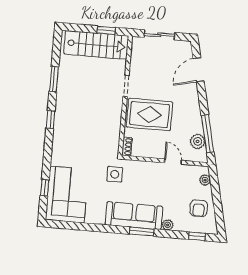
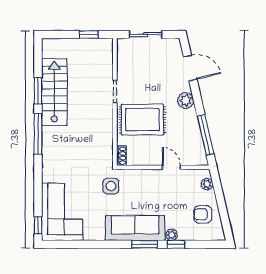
stairs: (96, 45) -> (54, 92), moved, turned -90
door: (199, 70) -> (190, 68), swing flipped
window: (50, 120) -> (38, 134), width x2.17
plant: (198, 141) -> (186, 100), moved
window: (45, 188) -> (38, 225), moved
armchair: (199, 208) -> (203, 214), turned 90
window: (197, 236) -> (176, 244), moved

